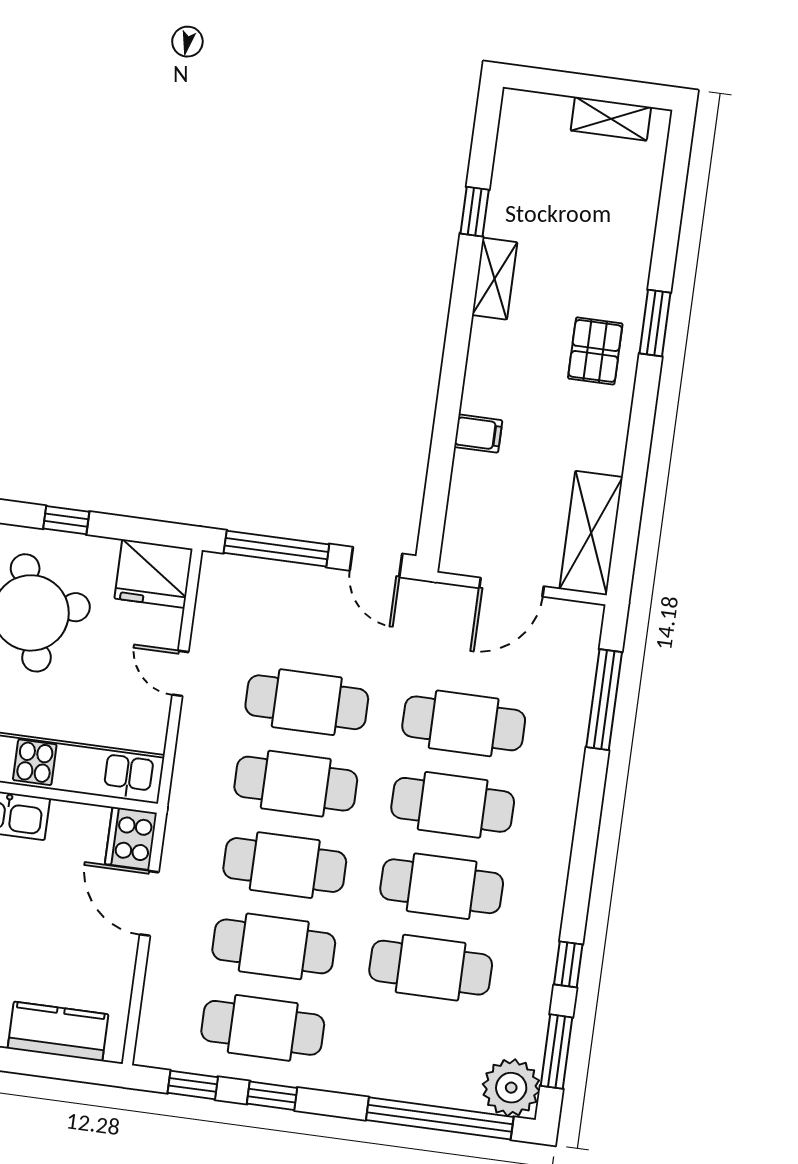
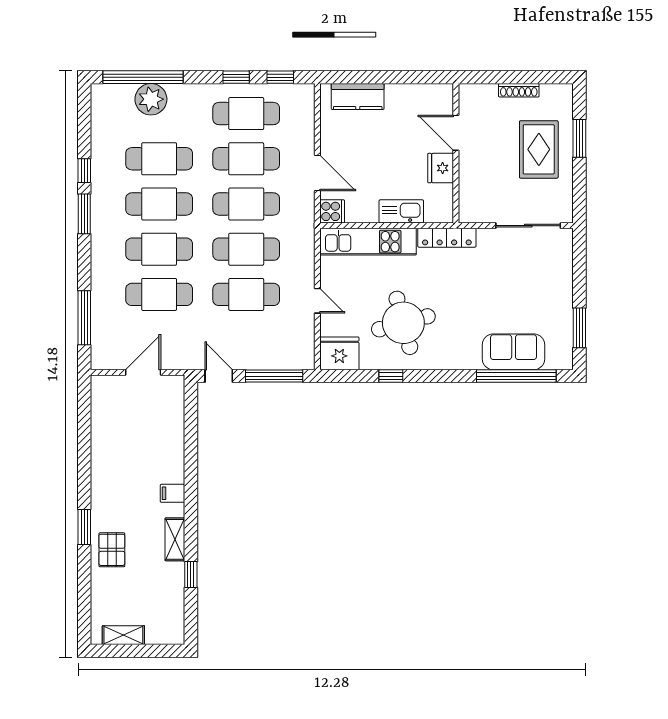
pallet: (595, 351) -> (112, 550), moved
filing cabinet: (478, 434) -> (173, 493), moved
shelving: (591, 533) -> (104, 408), removed
cooker: (131, 838) -> (332, 211), width x0.73
window: (556, 1052) -> (84, 214), moved
plant: (511, 1088) -> (151, 99), moved

